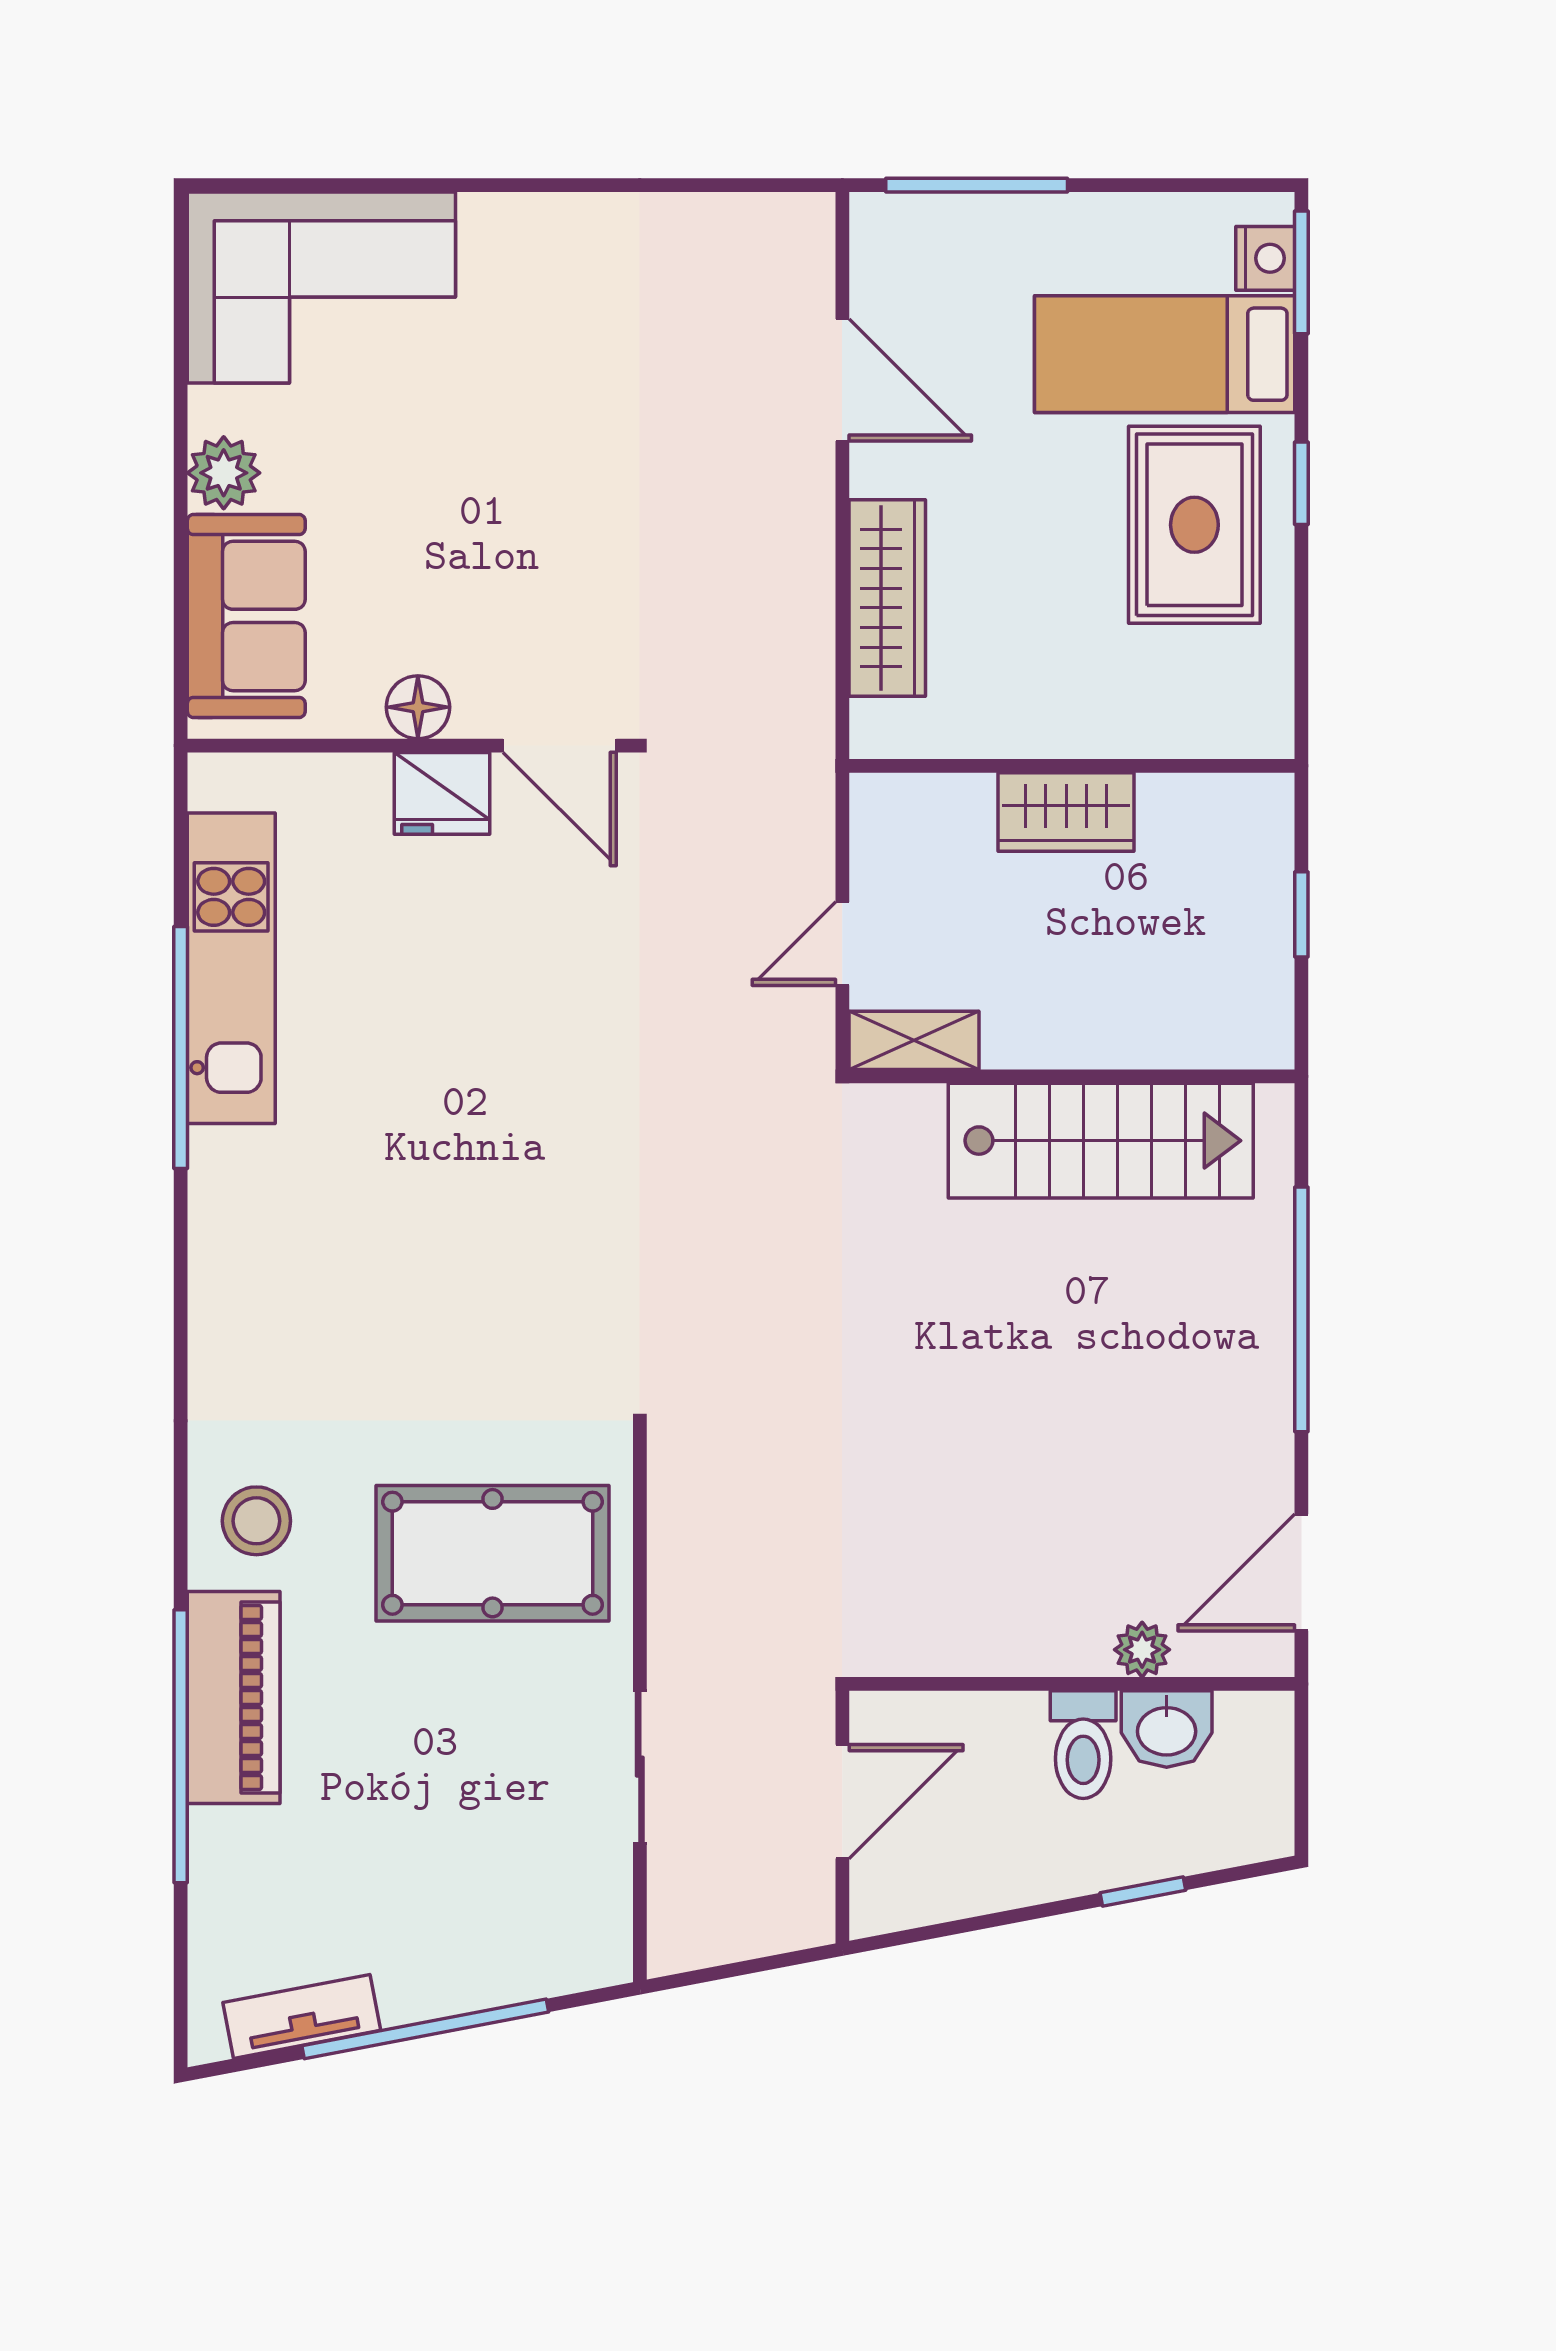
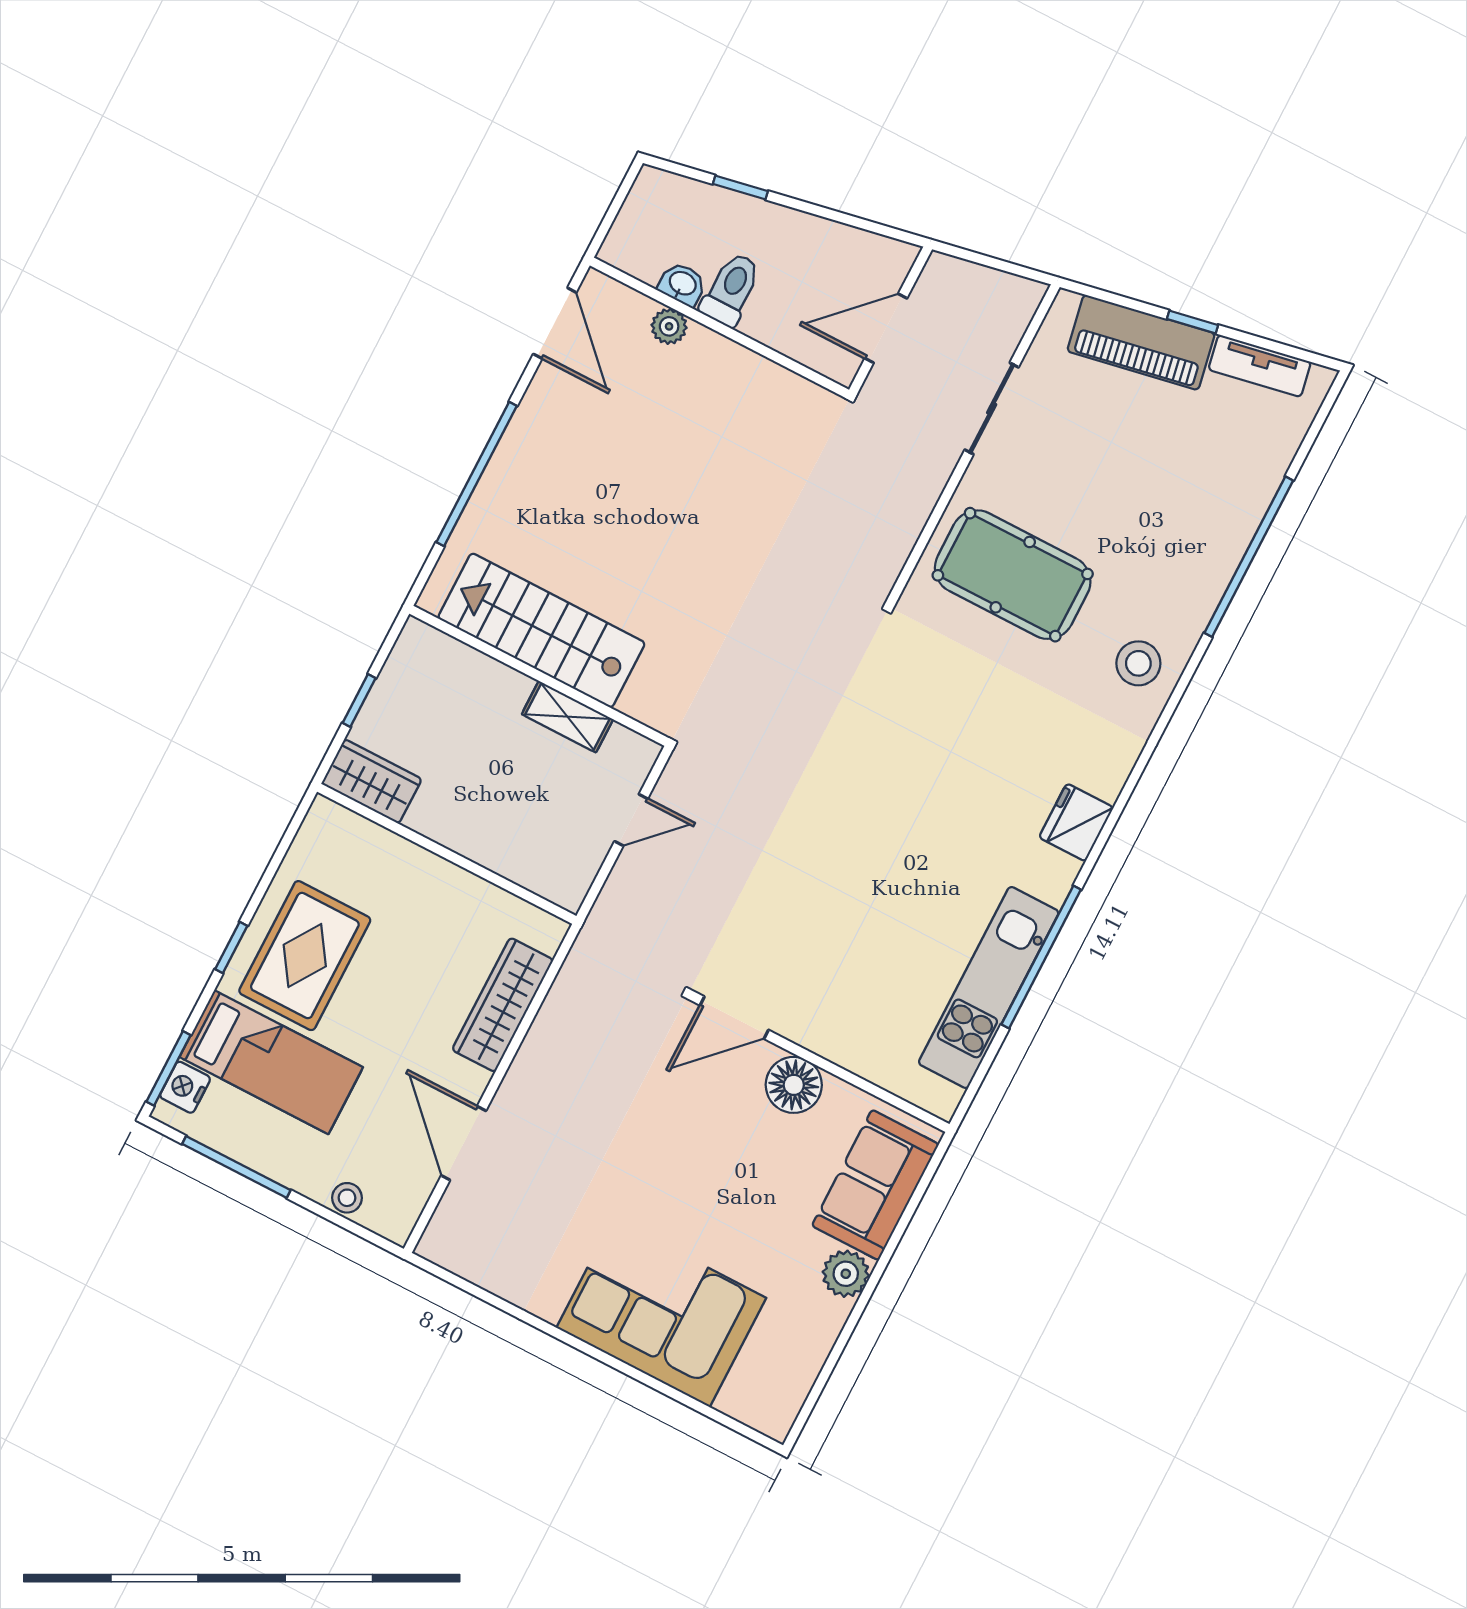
window: (977, 185) -> (236, 1167), moved
stool: (964, 222) -> (347, 1198), added
corner sofa: (321, 288) -> (661, 1313), moved
floor lamp: (418, 707) -> (794, 1085), width x1.38, depth x1.38
door: (560, 746) -> (734, 1018), swing flipped
fridge: (442, 793) -> (1076, 822), moved, turned -90
wardrobe: (1066, 812) -> (372, 781), moved
shelving: (914, 1040) -> (567, 717), moved
door: (1301, 1573) -> (555, 323), hinge flipped
piano: (234, 1697) -> (1141, 342), moved, turned -101
washbasin: (1167, 1729) -> (682, 284), width x0.72, depth x0.69
window: (425, 2029) -> (1192, 322), width x0.32

